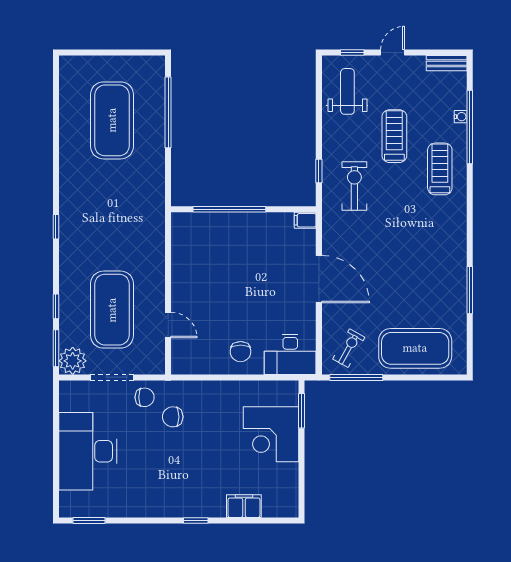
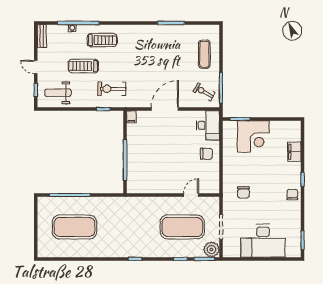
treadmill: (440, 169) -> (102, 40), turned 180
exercise mat: (415, 348) -> (204, 54), width x0.50, depth x0.69
chair: (145, 397) -> (292, 195), moved

